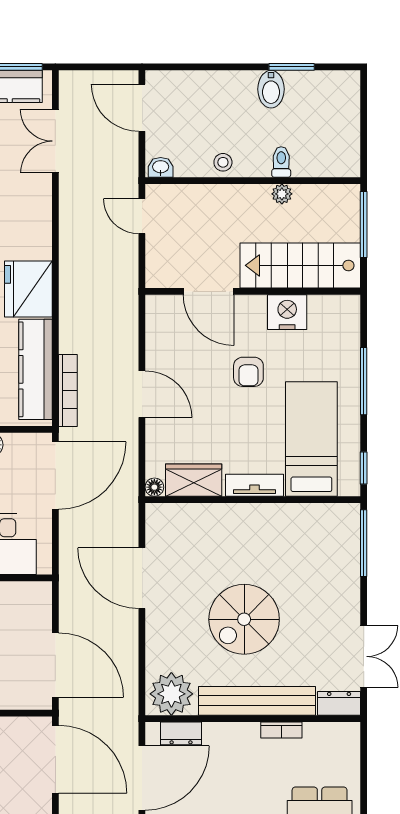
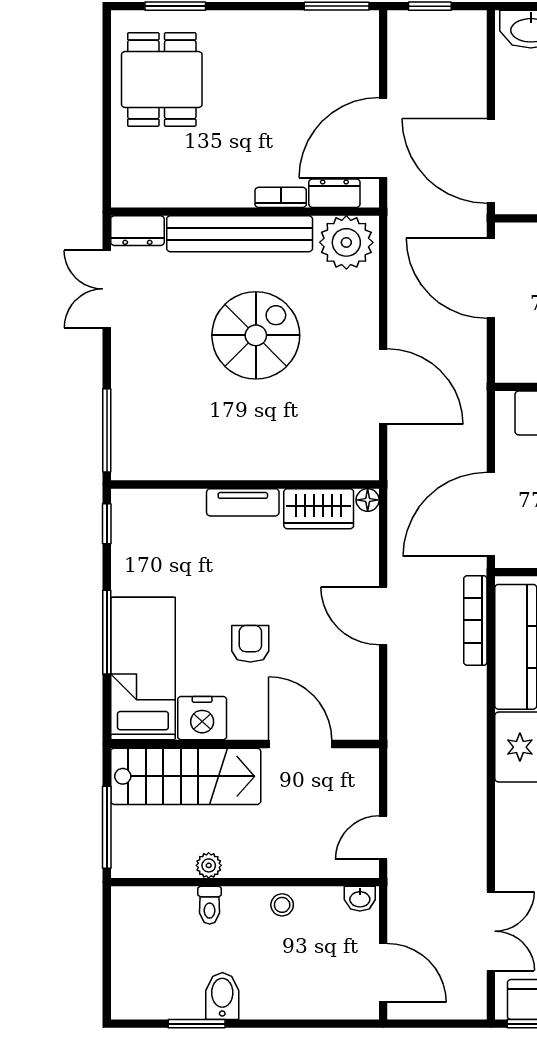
door: (142, 216) -> (383, 838), swing flipped
bed: (311, 439) -> (143, 668), moved, turned 180
bookcase: (281, 730) -> (281, 197), moved

